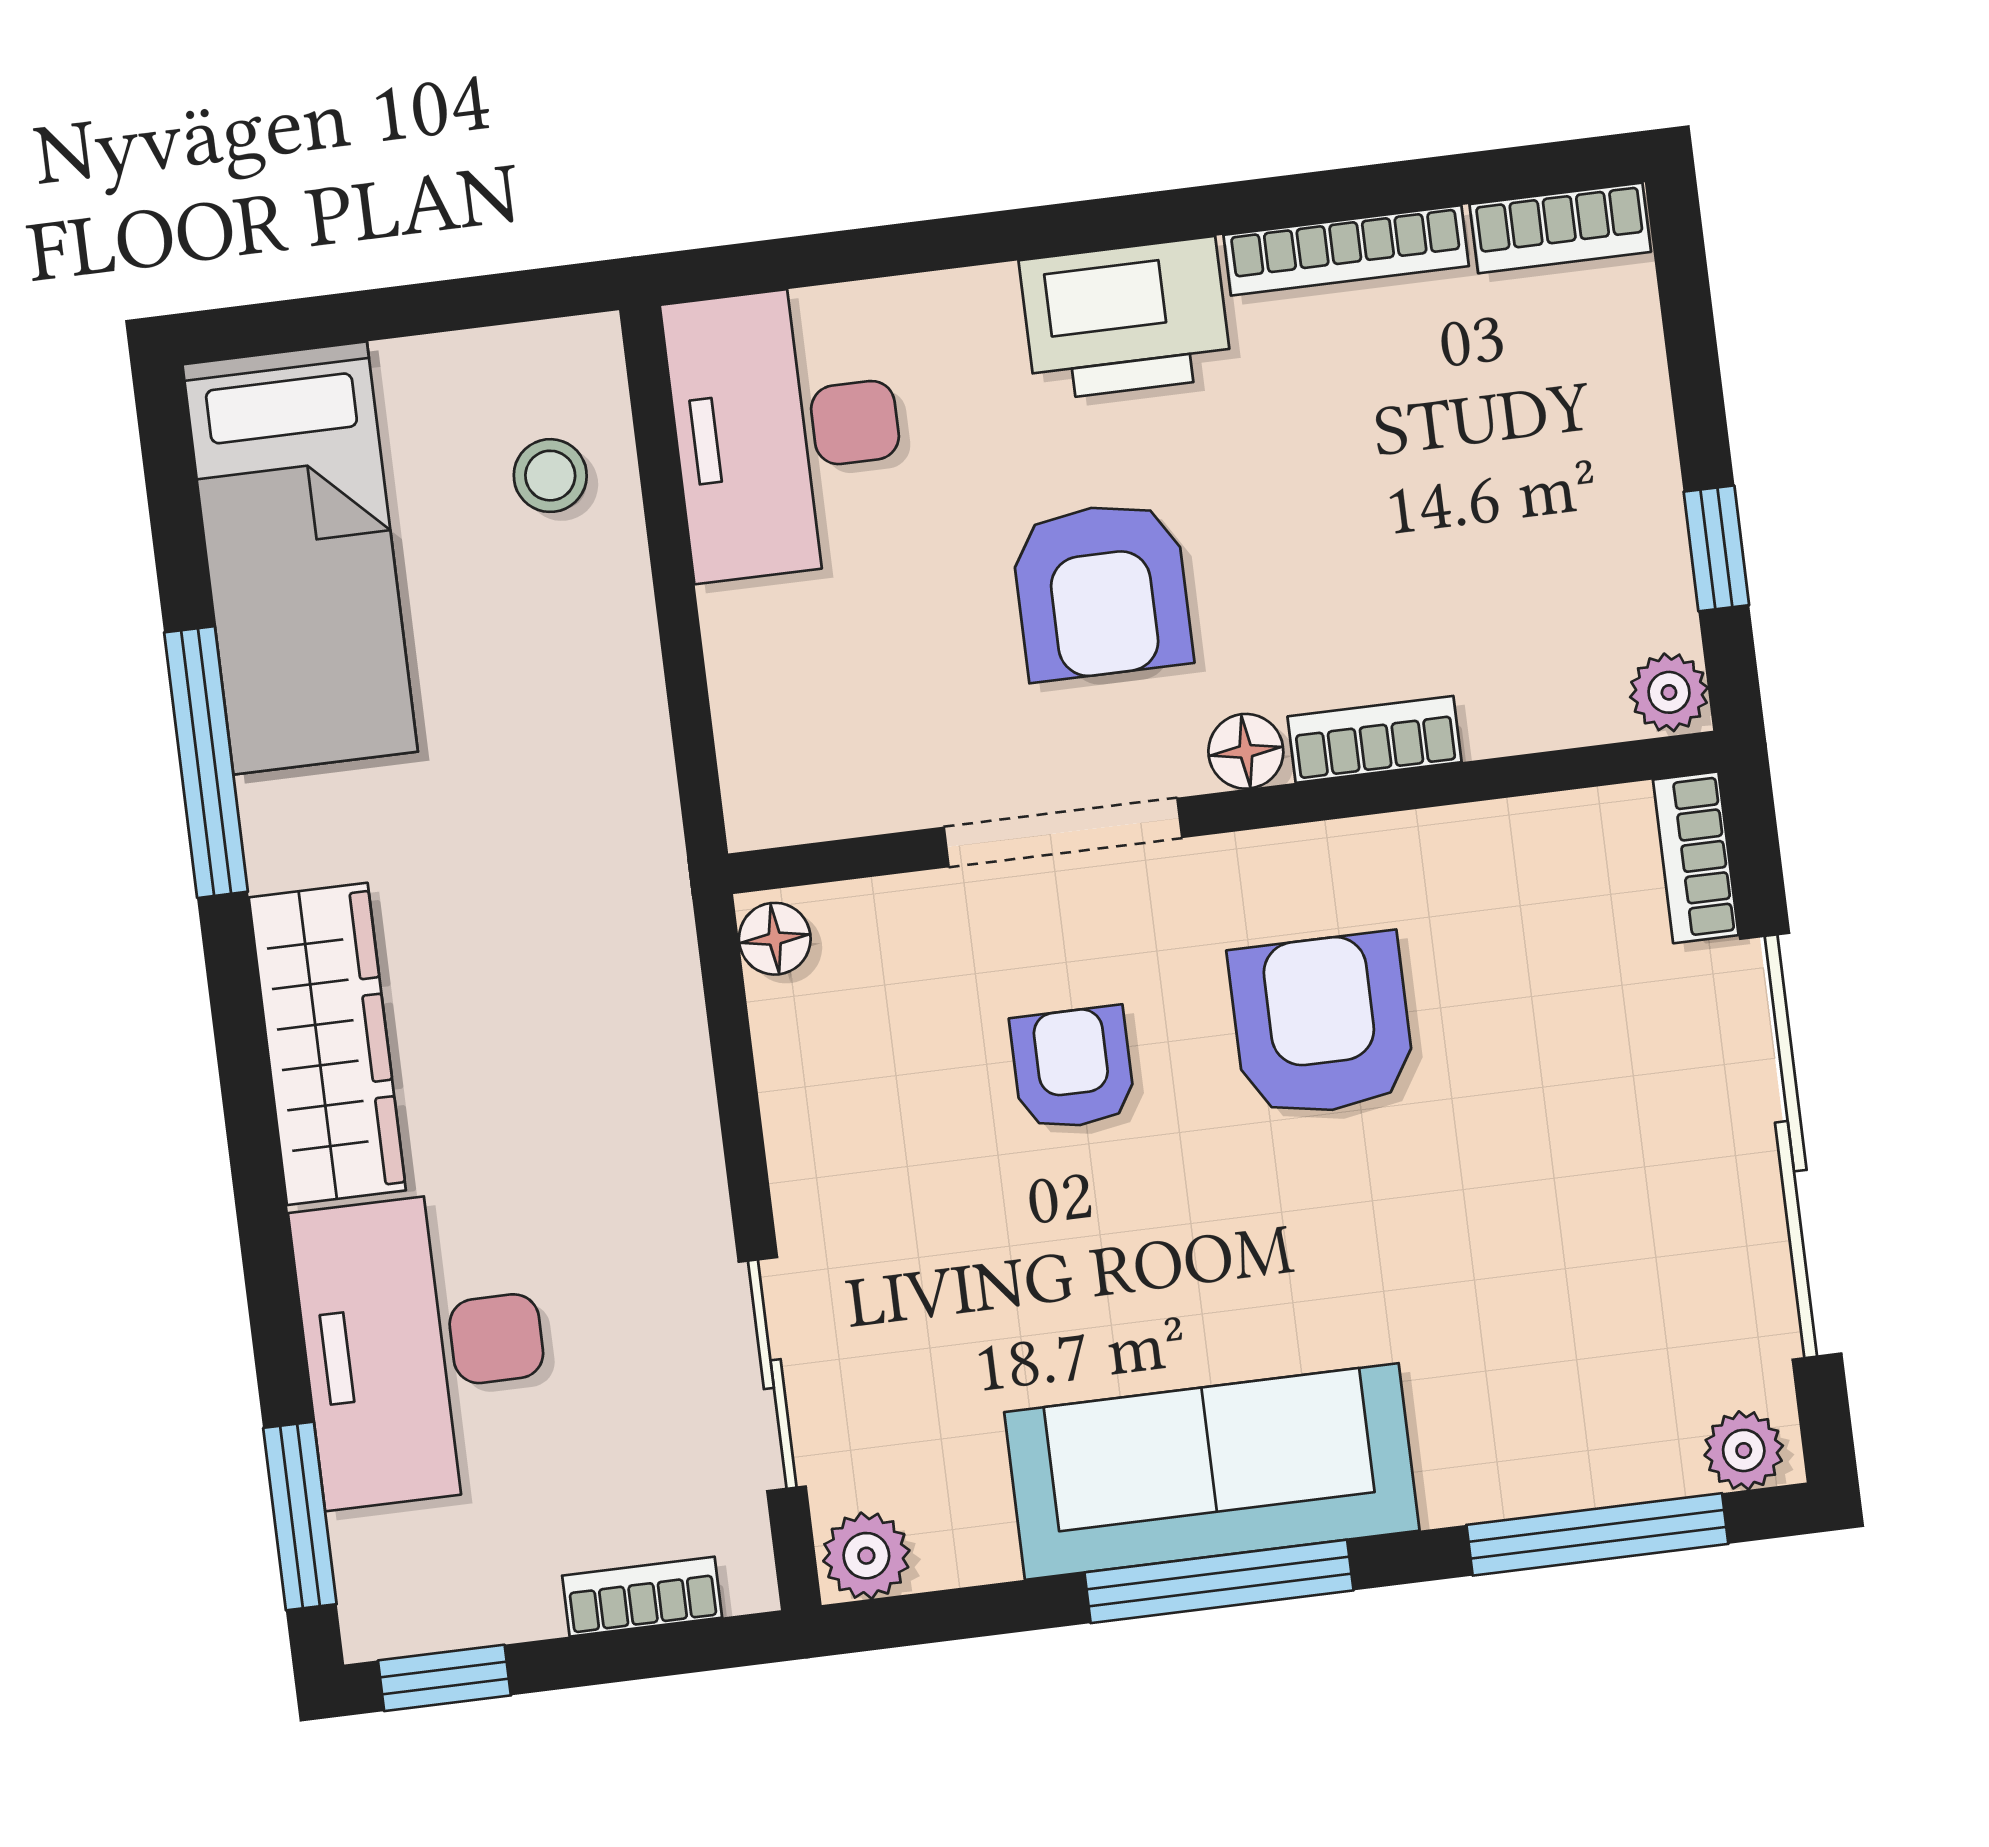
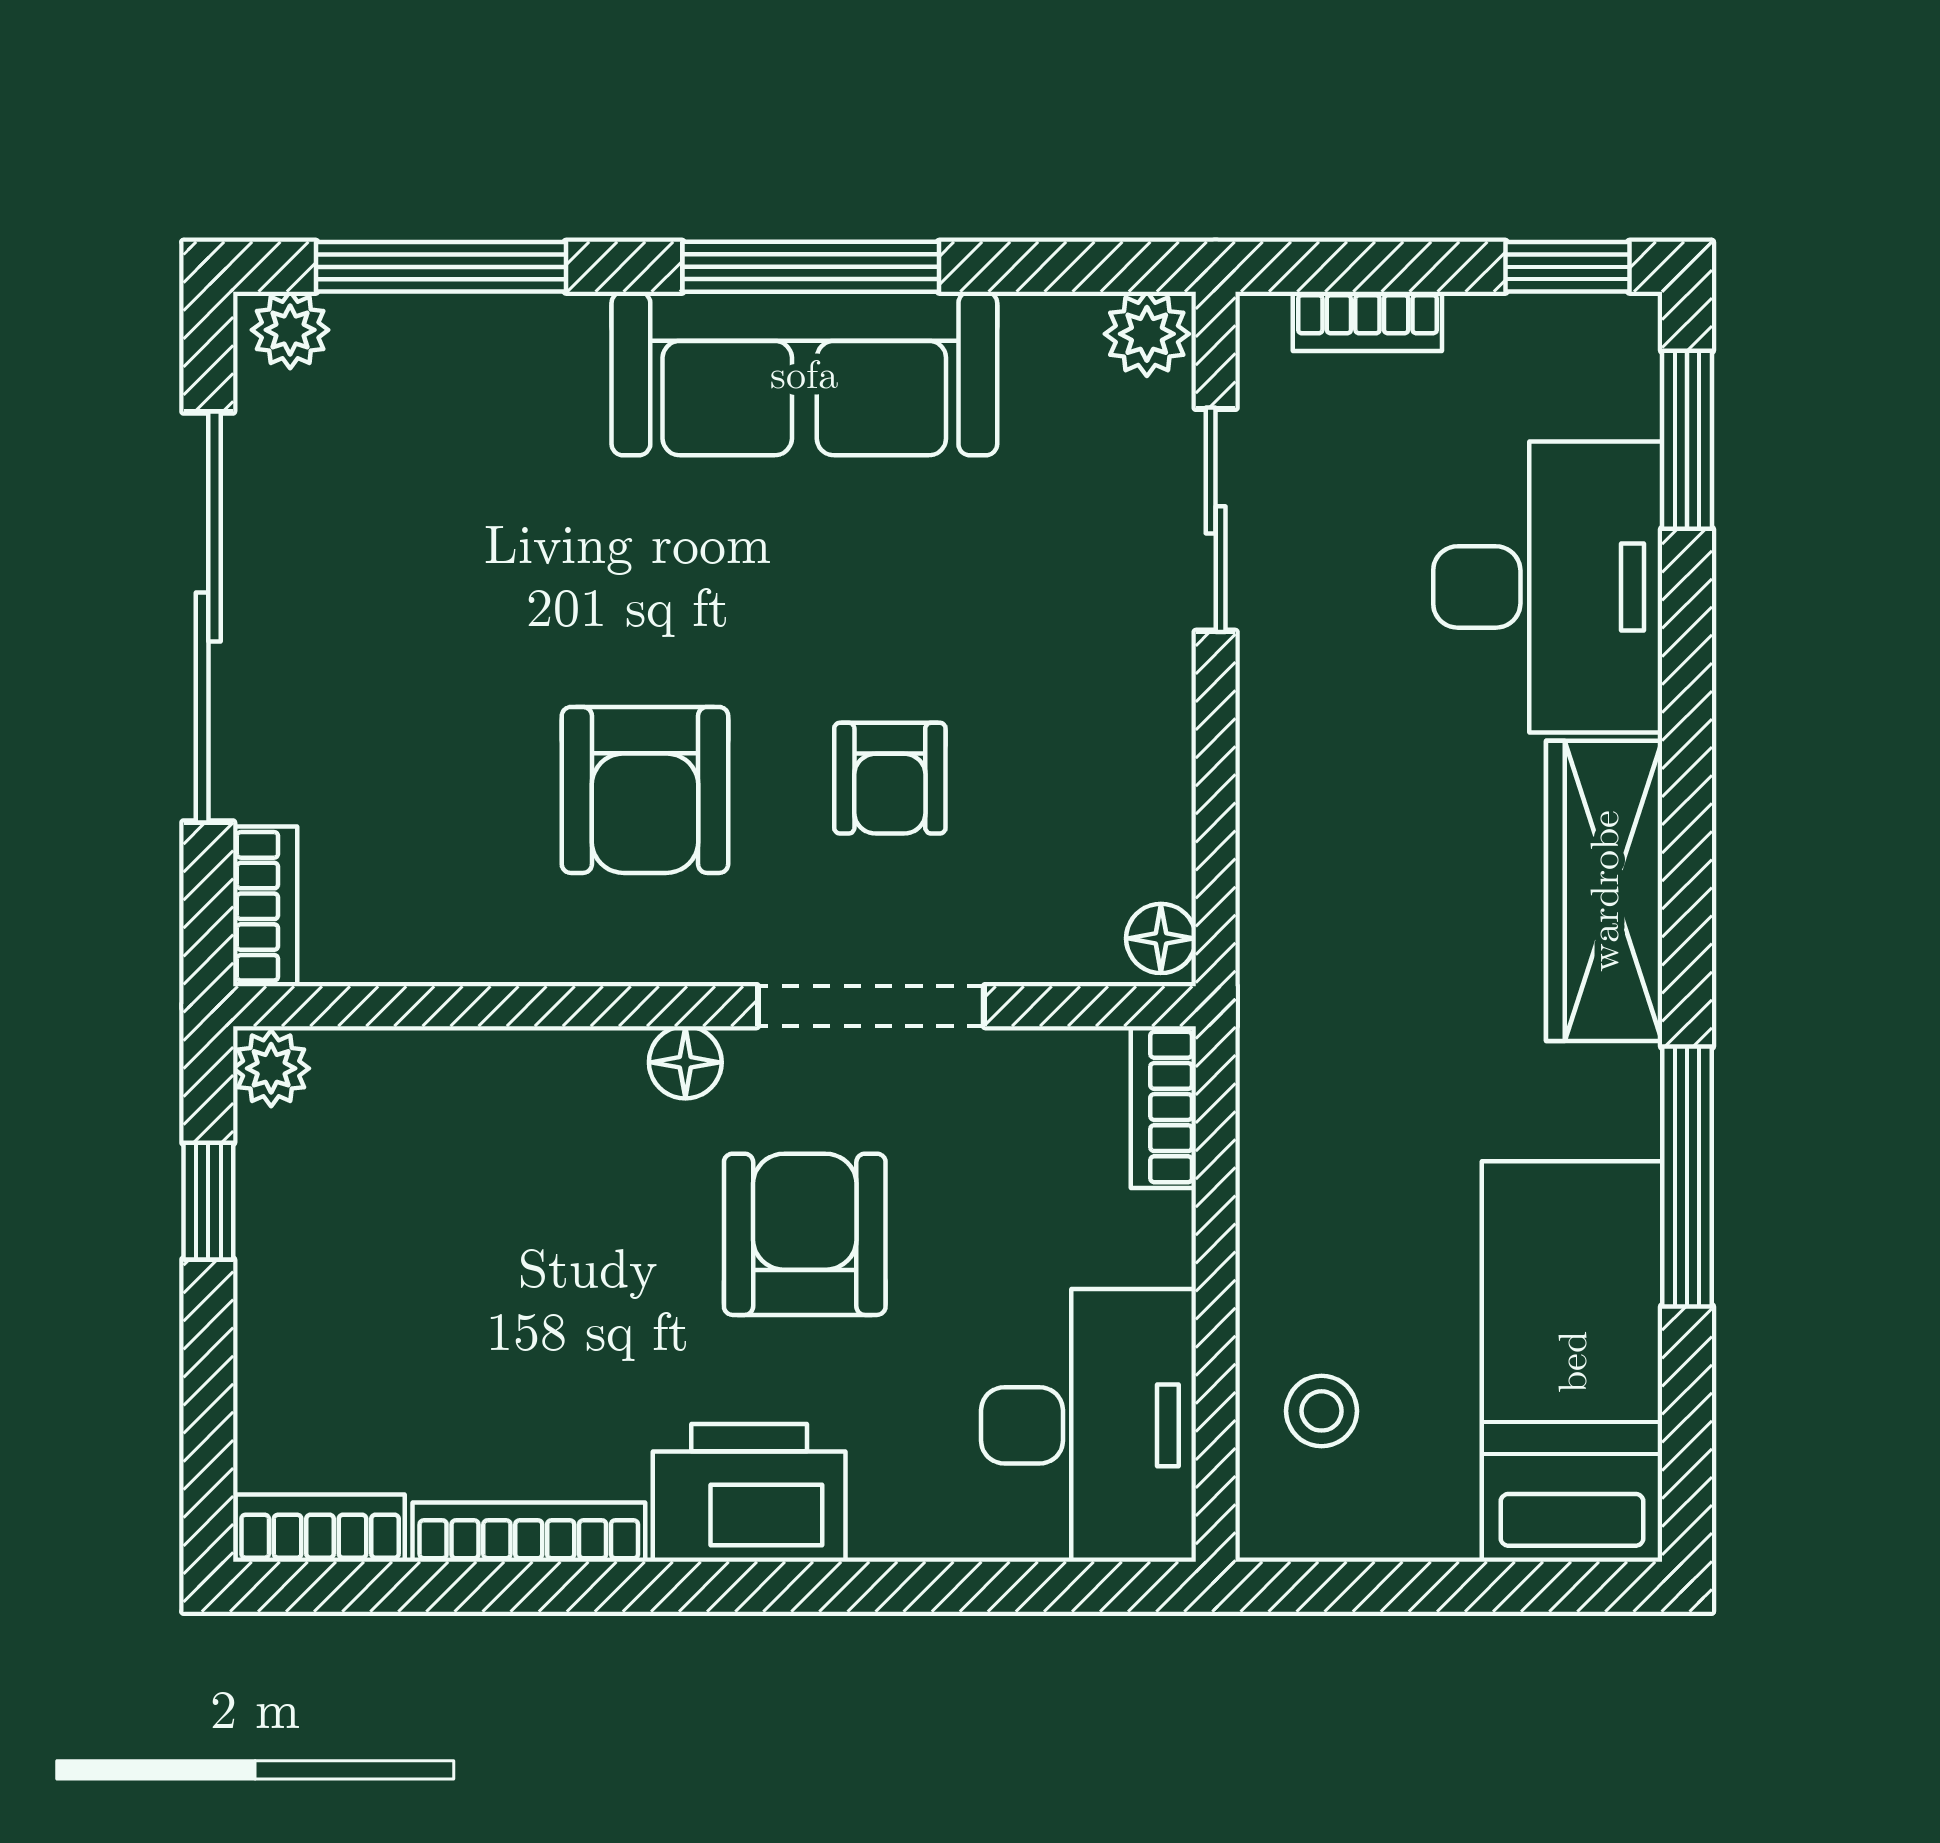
bookcase: (1375, 739) -> (1163, 1107), moved, turned 90

